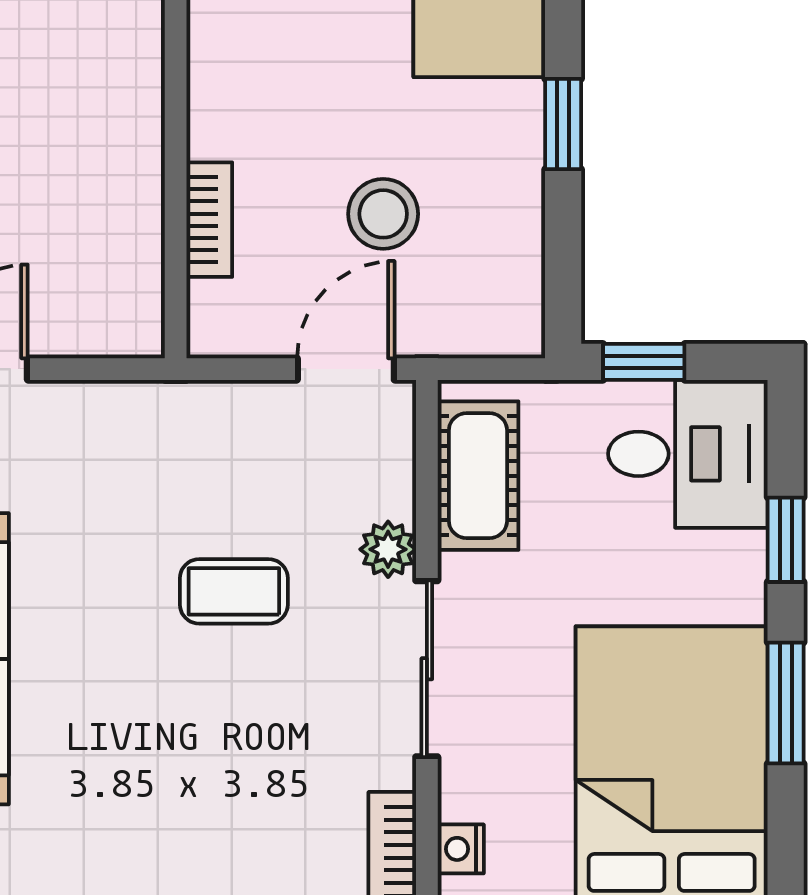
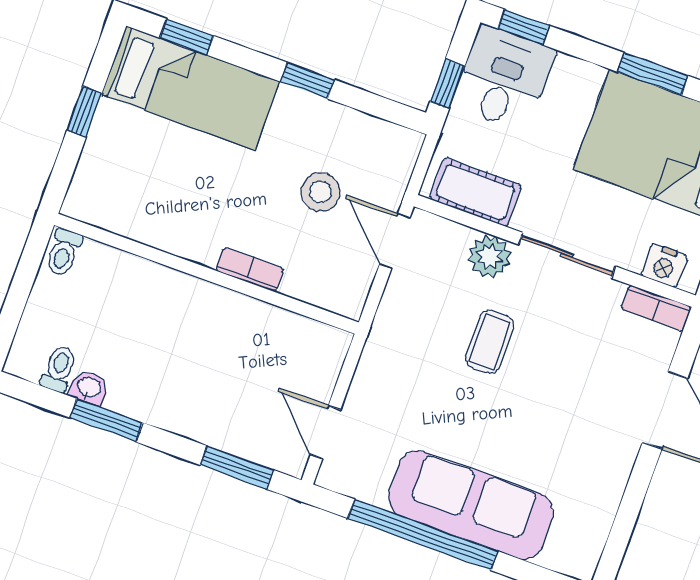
bookcase: (209, 220) -> (250, 269), moved
window: (786, 540) -> (523, 27), moved
plant: (388, 549) -> (490, 257), width x1.38, depth x1.38
nightstand: (461, 849) -> (664, 266), width x1.39, depth x1.35

